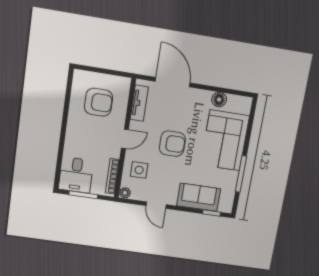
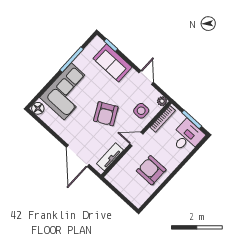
floor lamp: (219, 100) -> (38, 108), moved
armchair: (99, 102) -> (151, 170), moved
armchair: (172, 144) -> (106, 114), turned -118

